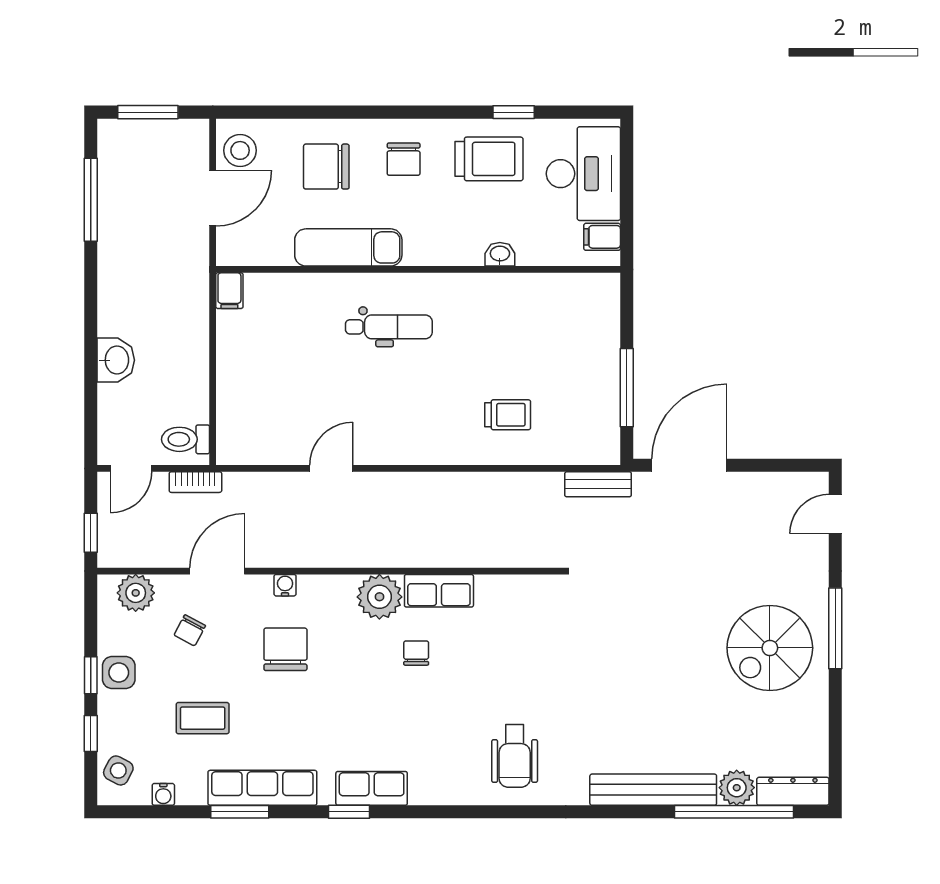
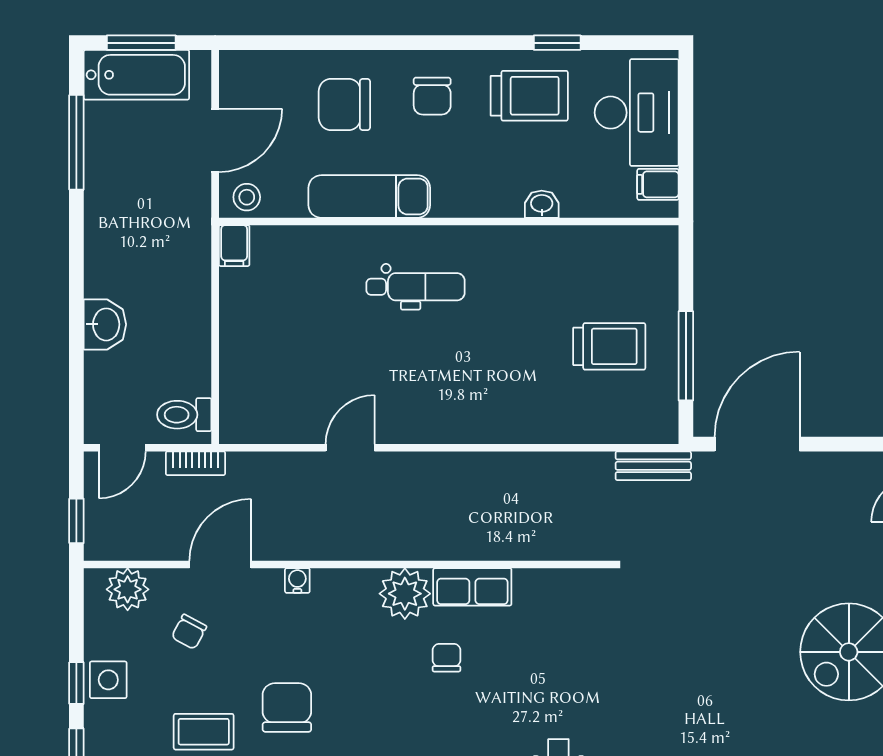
bathtub: (144, 140) -> (136, 75), added
stool: (240, 150) -> (247, 197), moved, width x0.73, depth x0.73
trolley: (508, 415) -> (609, 346), moved, width x1.36, depth x1.39
chair: (285, 649) -> (287, 708), moved

